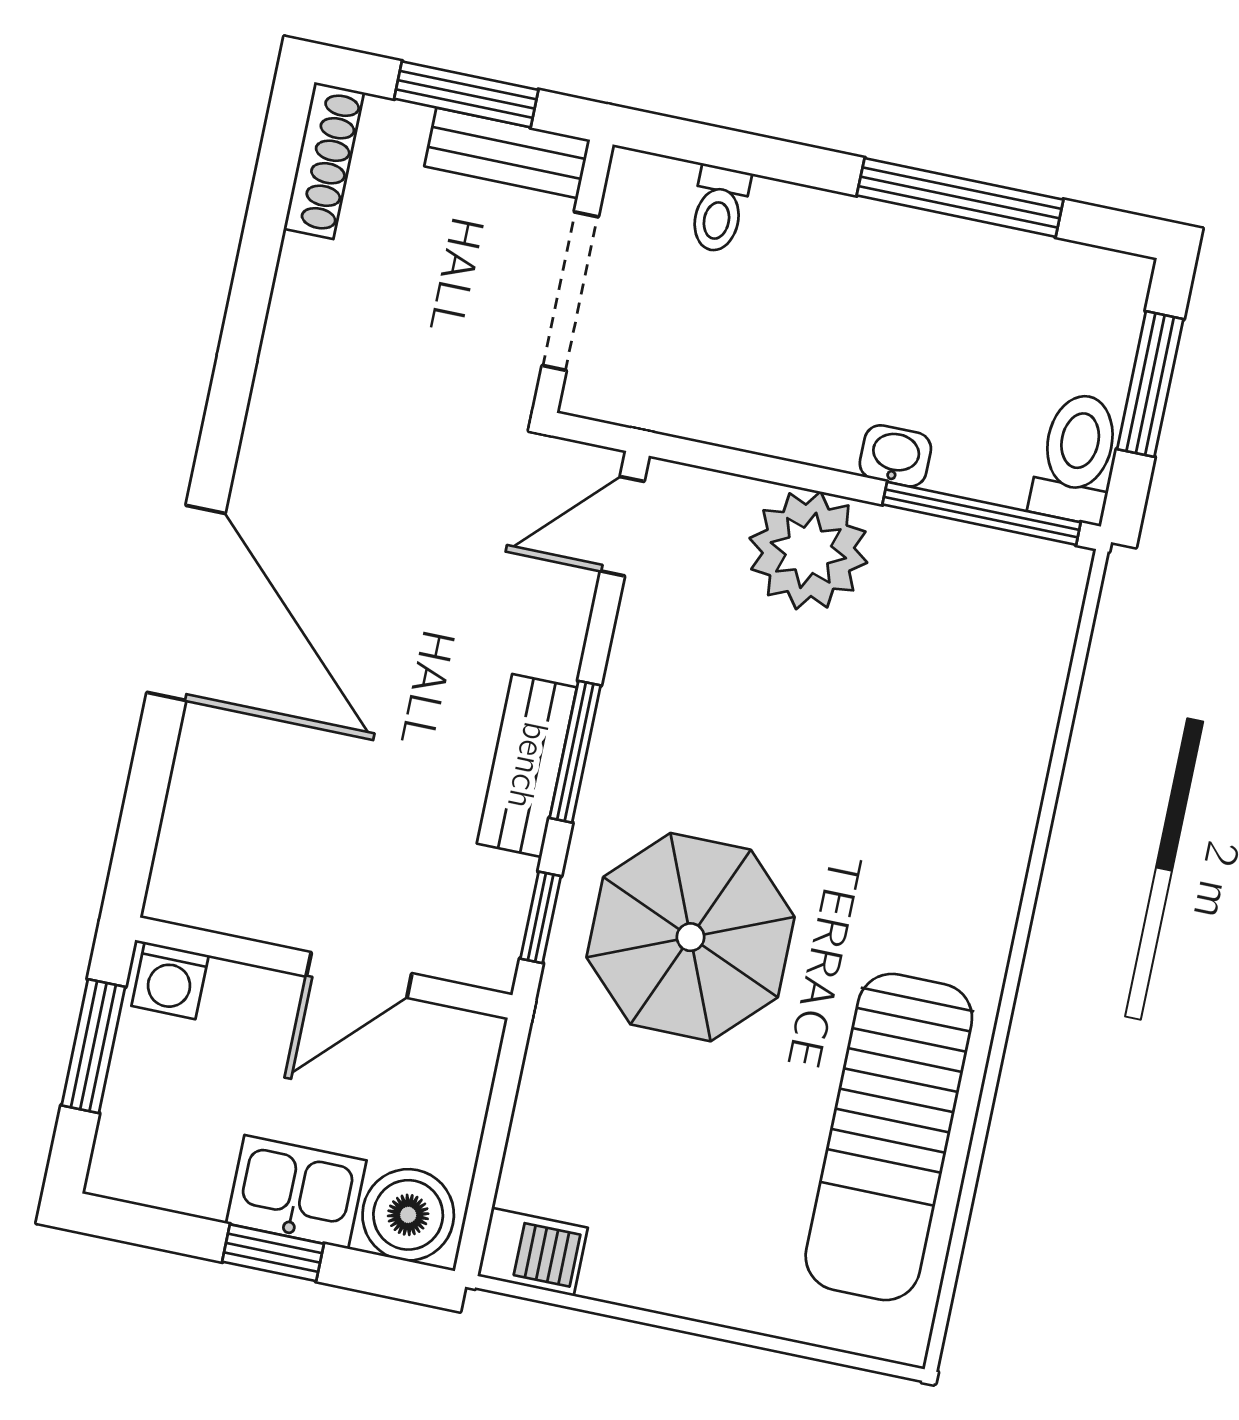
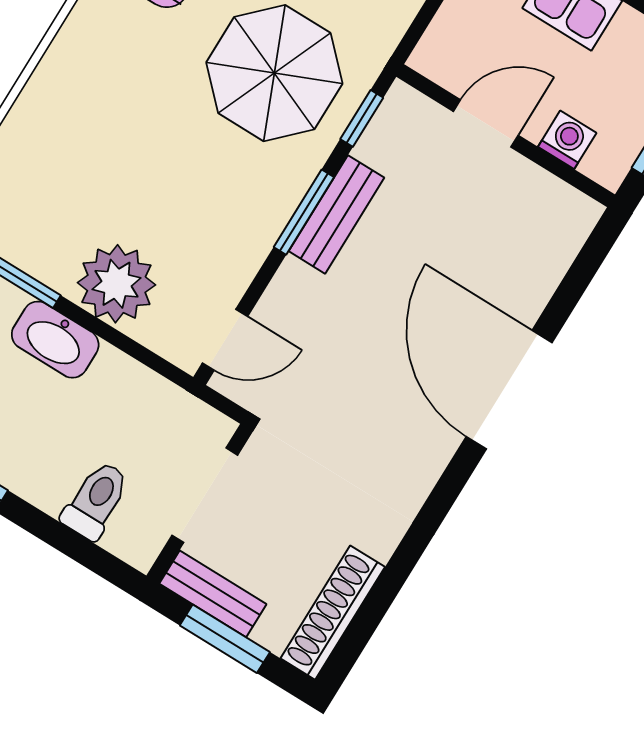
shoe rack: (324, 161) -> (333, 613), width x1.36, depth x1.24
toilet: (719, 209) -> (96, 500), width x1.37, depth x1.39
washbasin: (895, 456) -> (55, 340), width x1.91, depth x1.45
washing machine: (170, 981) -> (567, 140), moved

